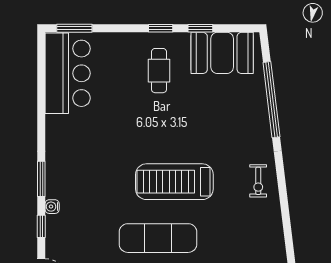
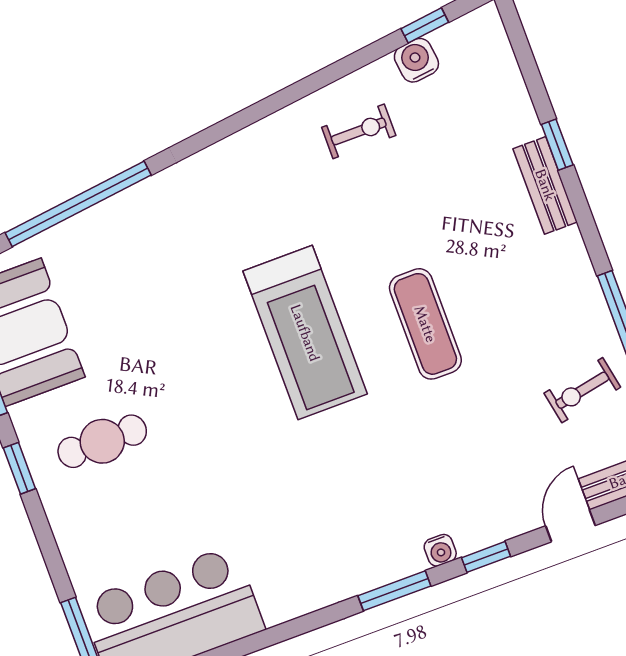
exercise bike: (258, 181) -> (359, 131), moved
exercise mat: (158, 238) -> (425, 324), width x0.73, depth x0.69

